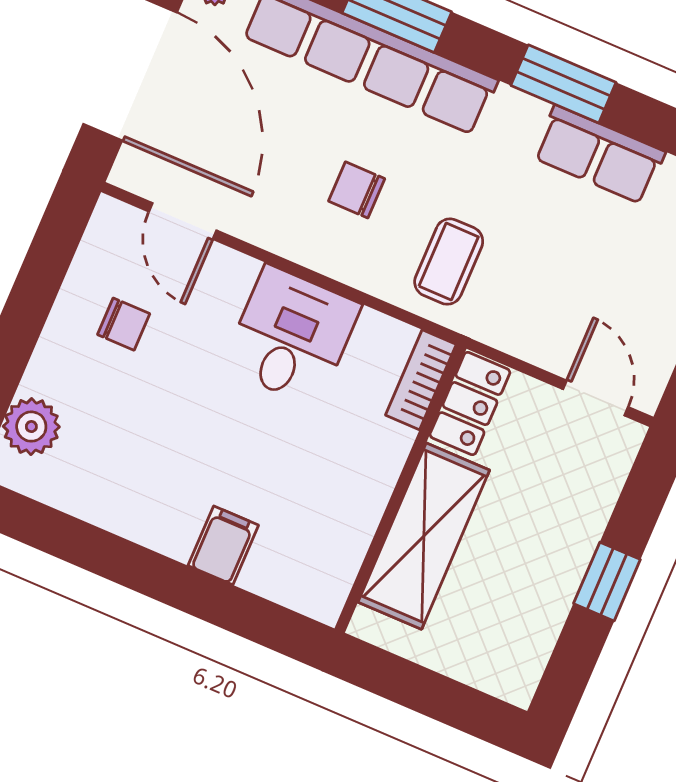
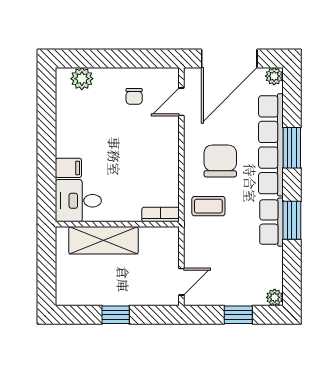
row of seats: (599, 155) -> (271, 222), moved
chair: (357, 190) -> (220, 161), width x1.87, depth x1.87
desk: (292, 336) -> (78, 201), moved, turned 180
locker: (470, 404) -> (160, 236), removed

